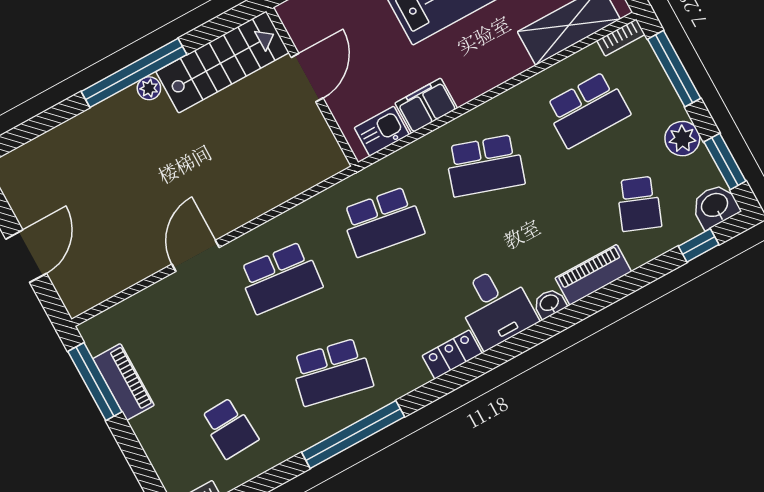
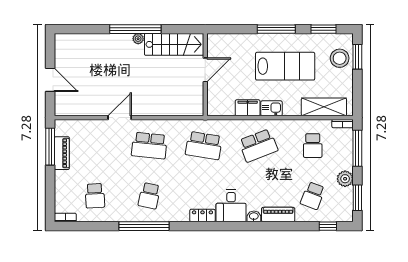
school desk: (587, 109) -> (313, 146), width x0.54
kitchen sink: (382, 131) -> (271, 108), moved
school desk: (485, 166) -> (258, 146), turned -39
washbasin: (715, 206) -> (343, 214), removed
door: (26, 256) -> (50, 80), hinge flipped
school desk: (332, 372) -> (149, 196), width x0.54

